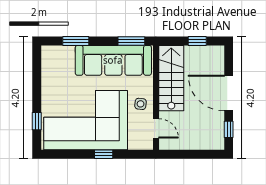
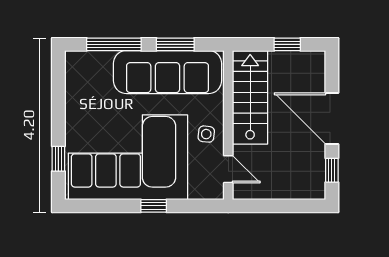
window: (76, 41) -> (114, 44), width x1.44
window: (131, 41) -> (175, 44), moved

